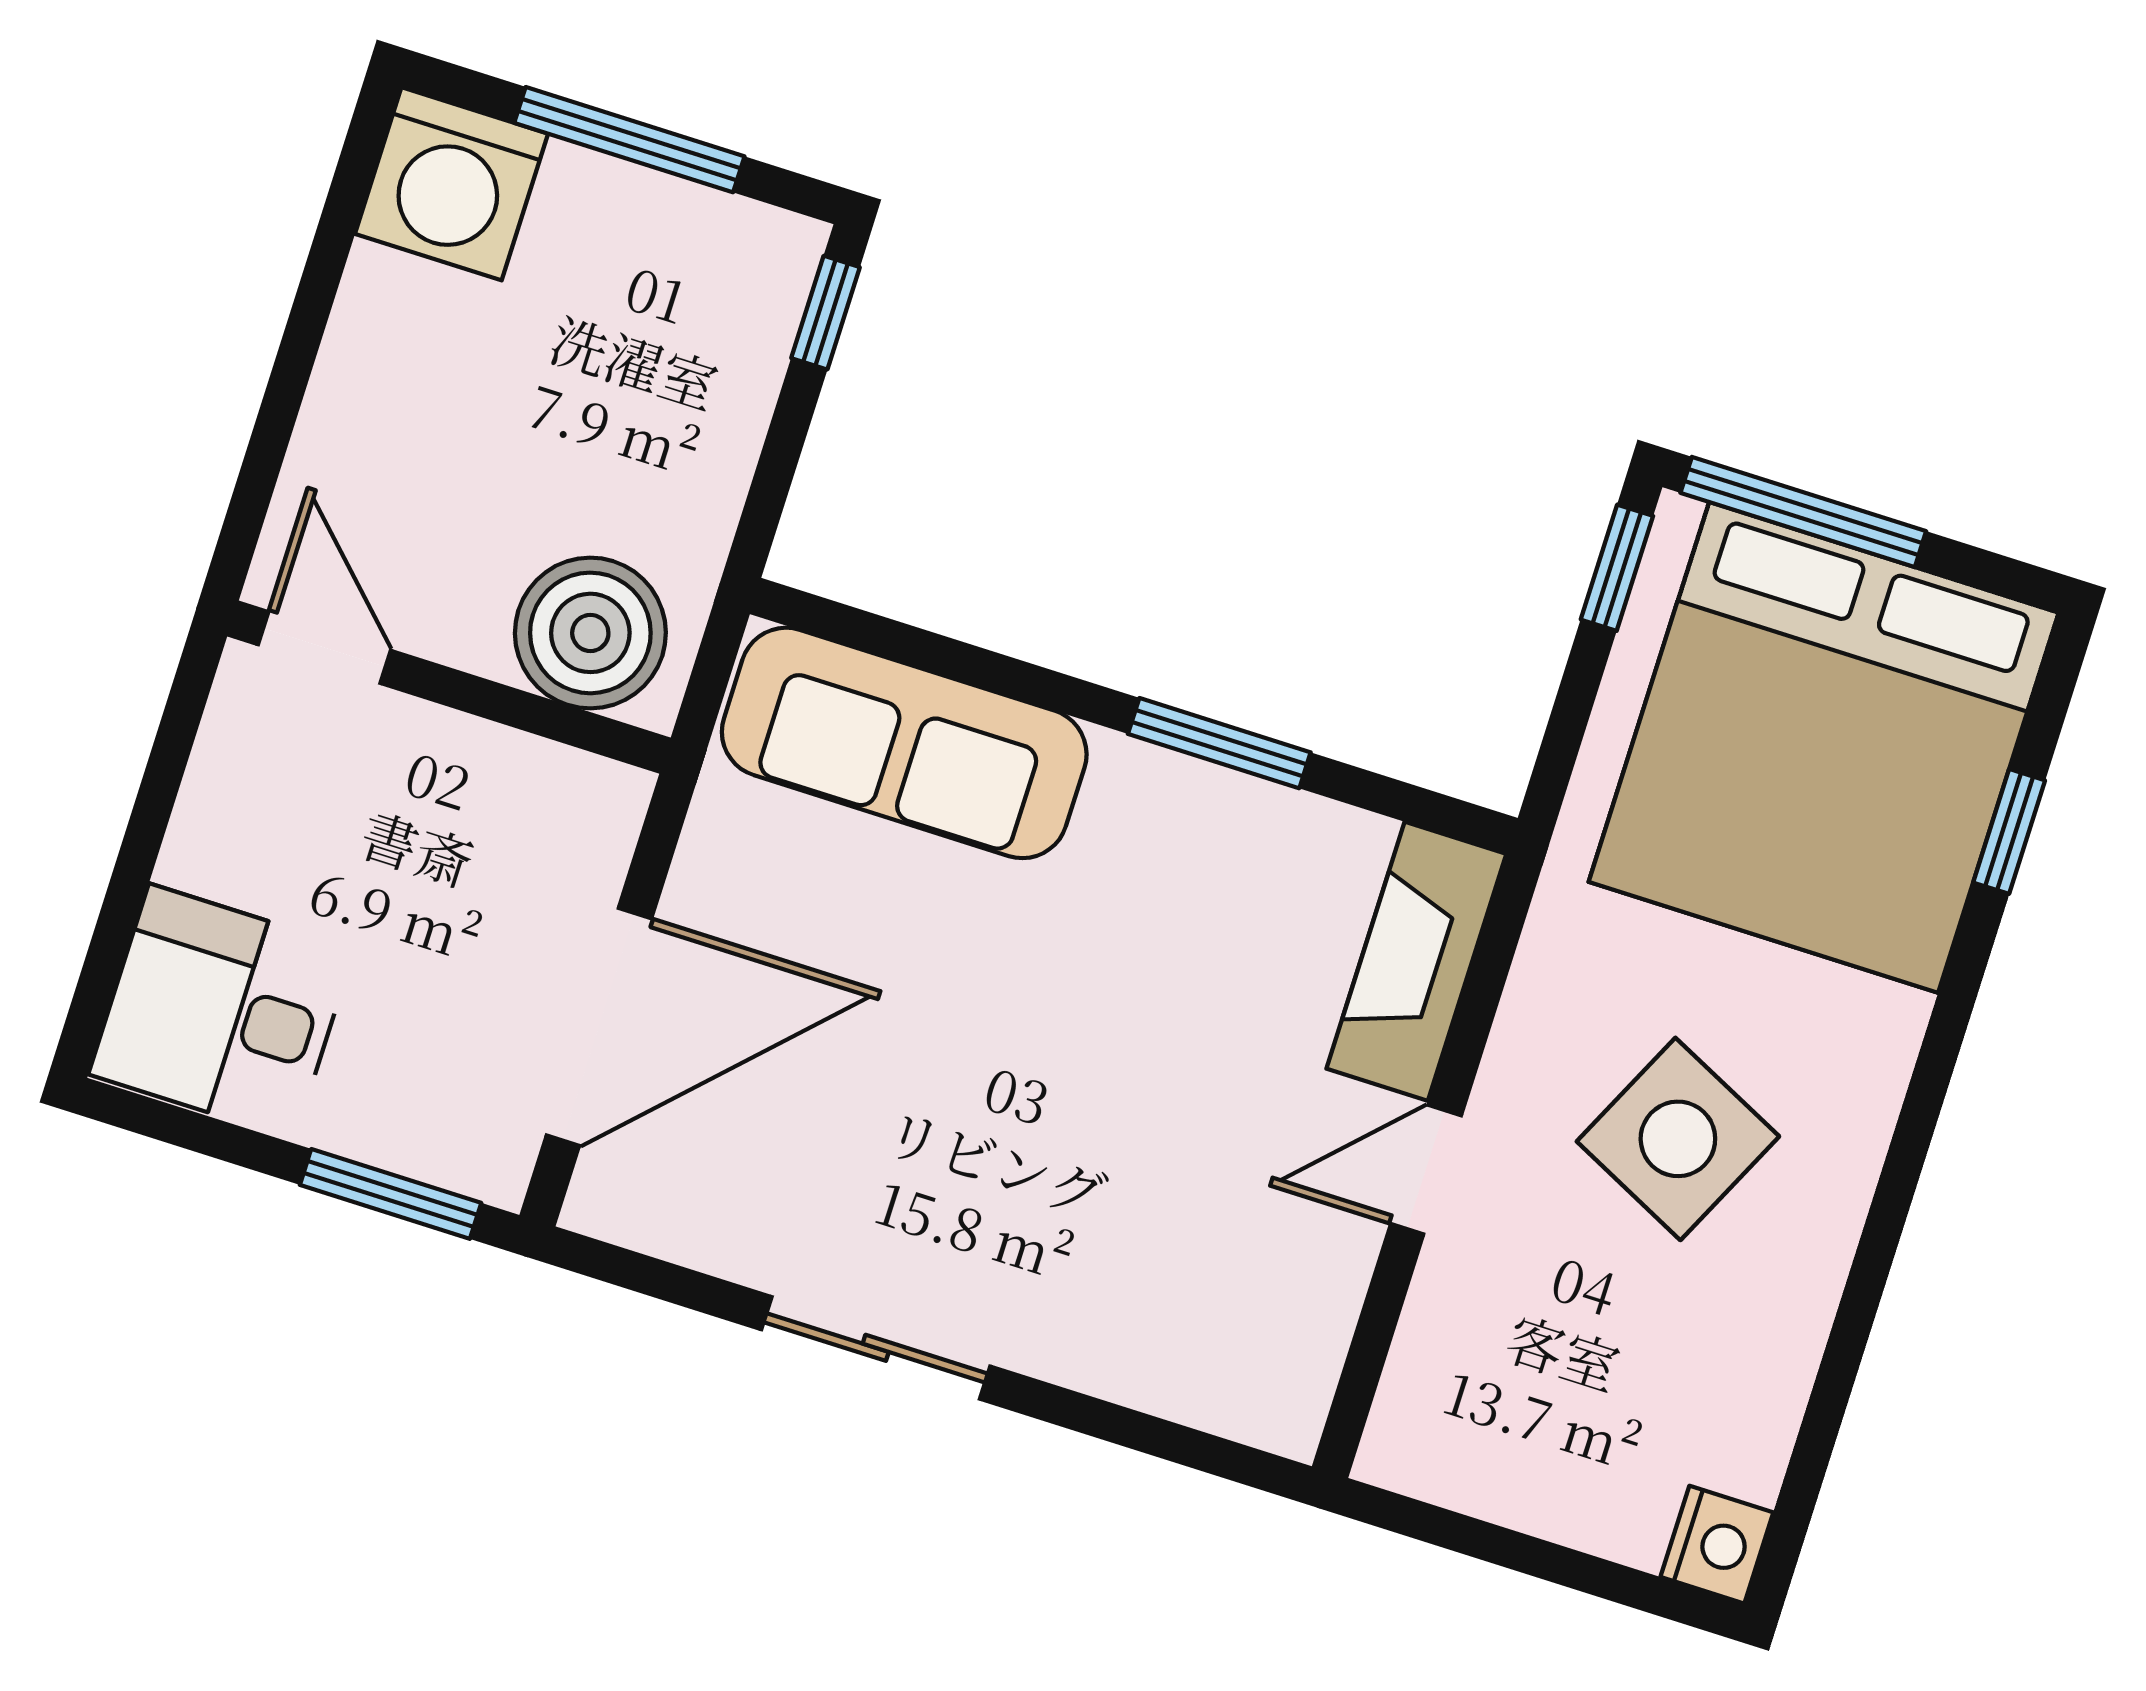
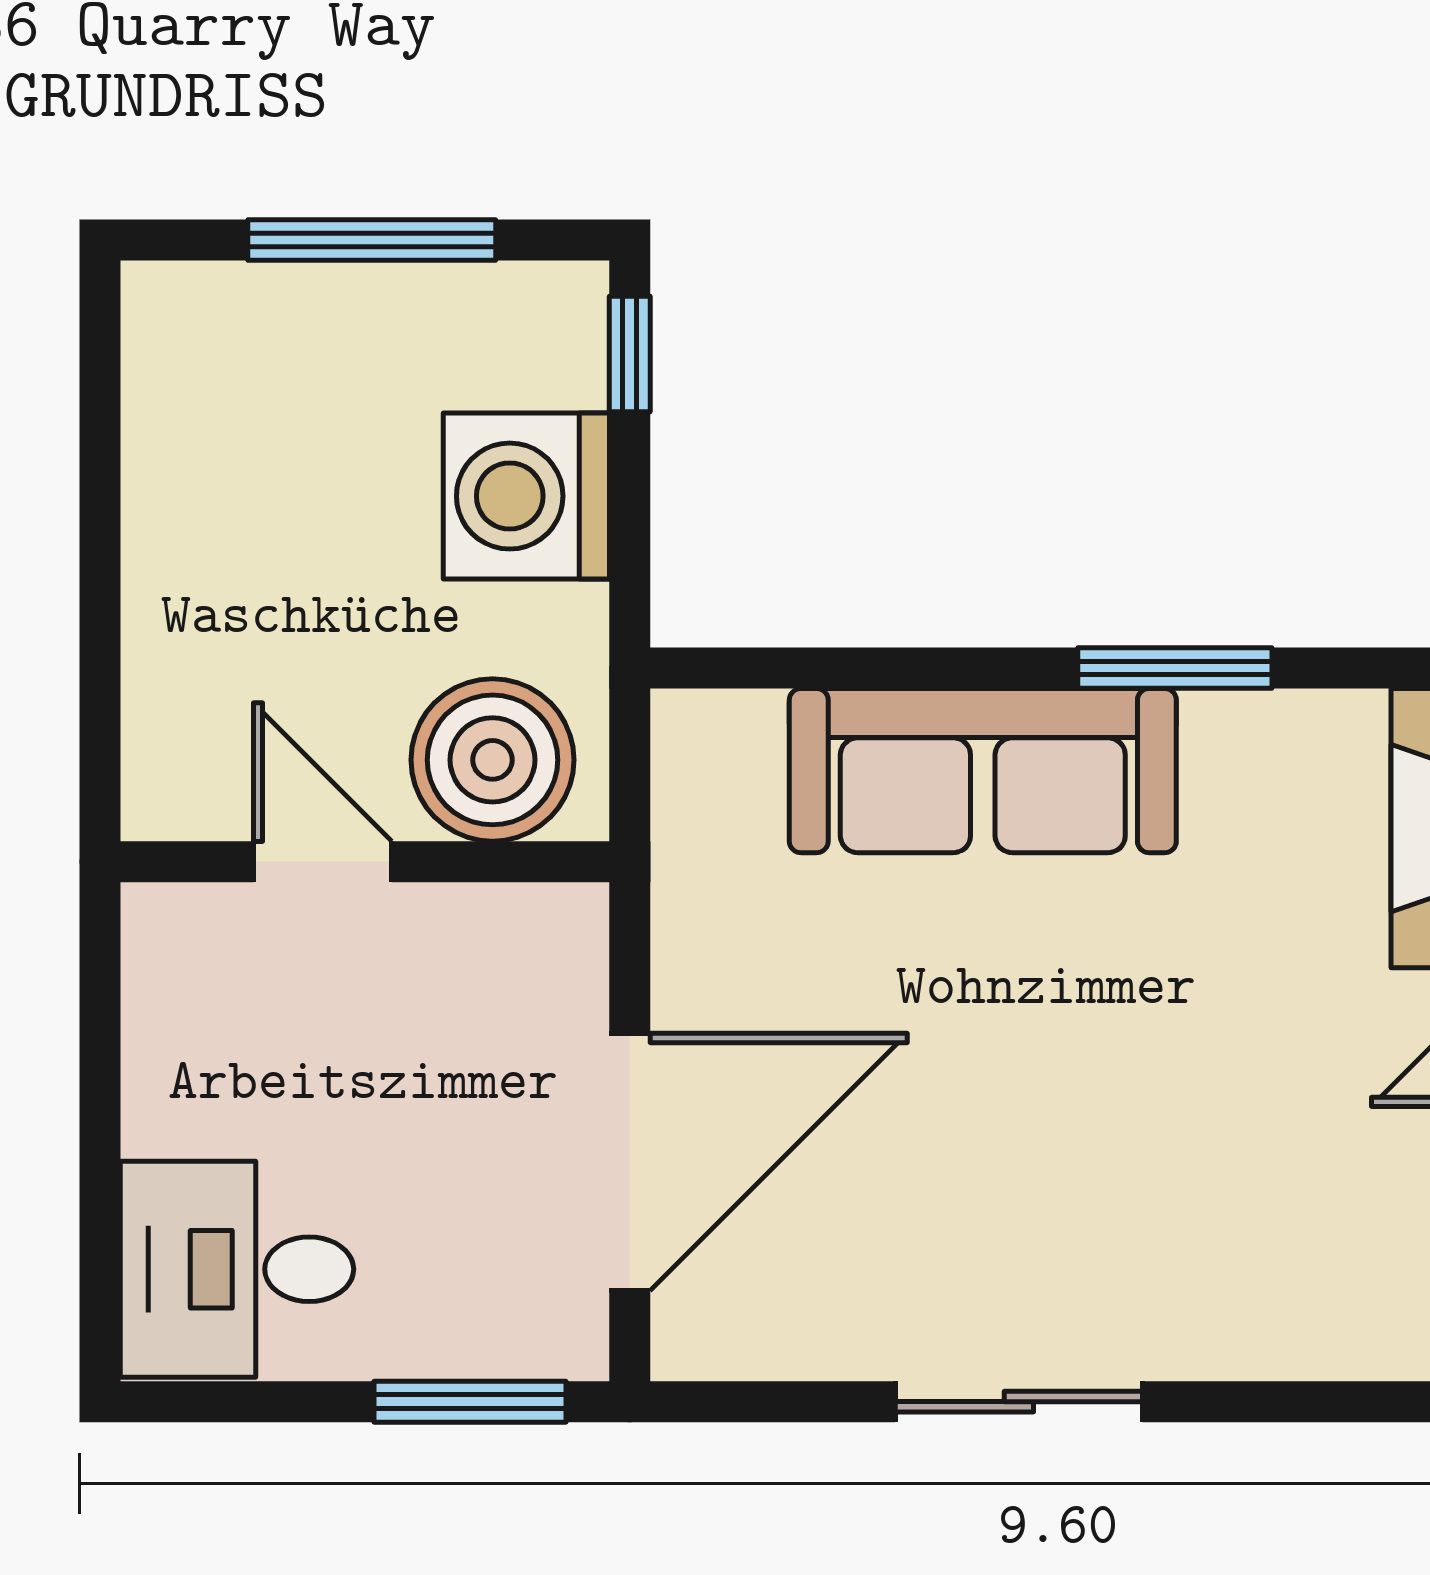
washing machine: (452, 184) -> (526, 496), moved, turned 90
door: (324, 648) -> (323, 862), moved
sofa: (904, 743) -> (983, 771), moved

